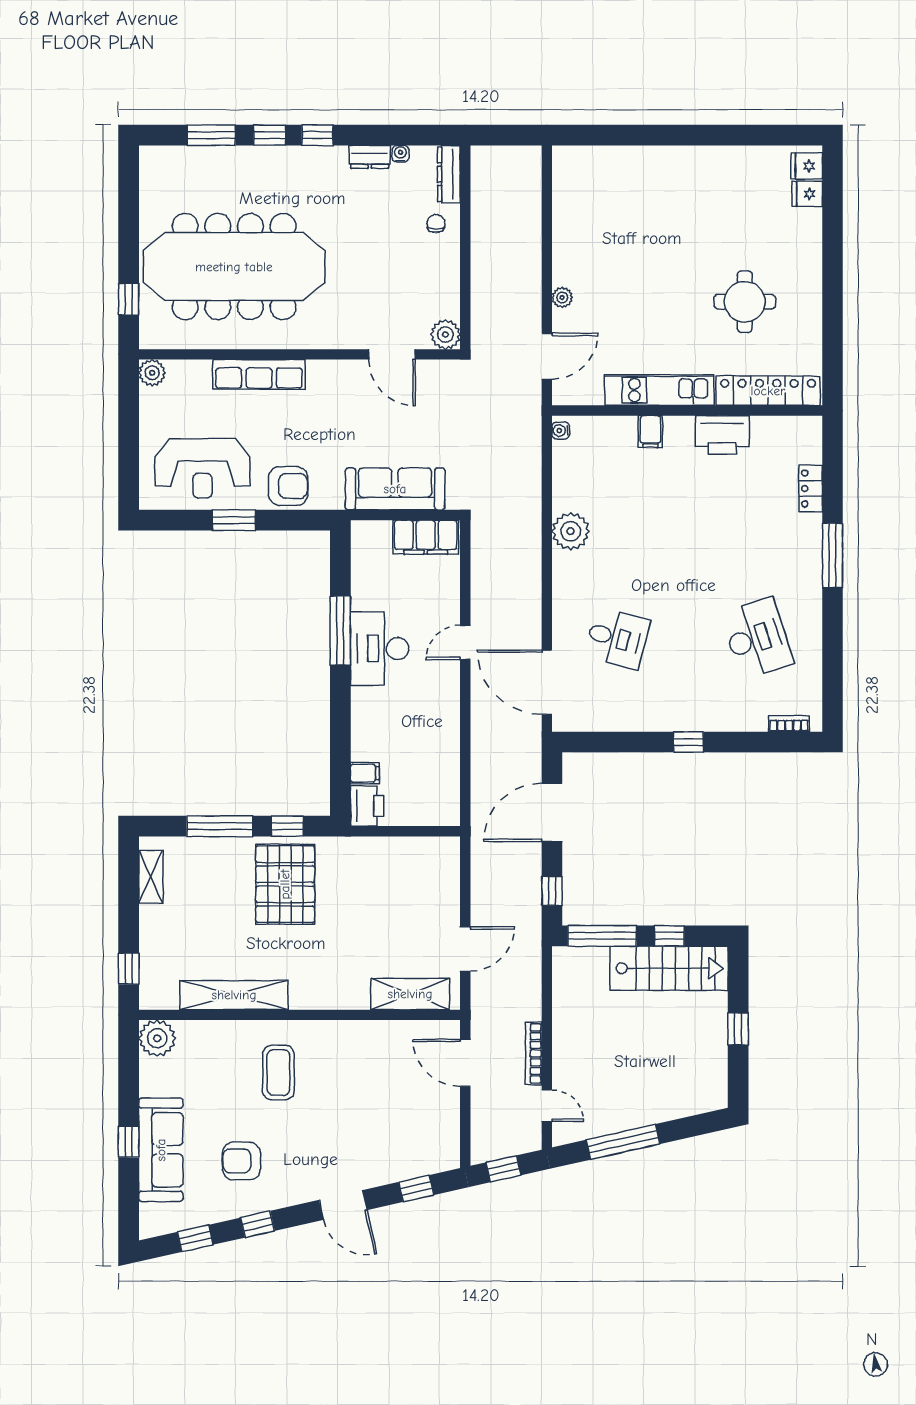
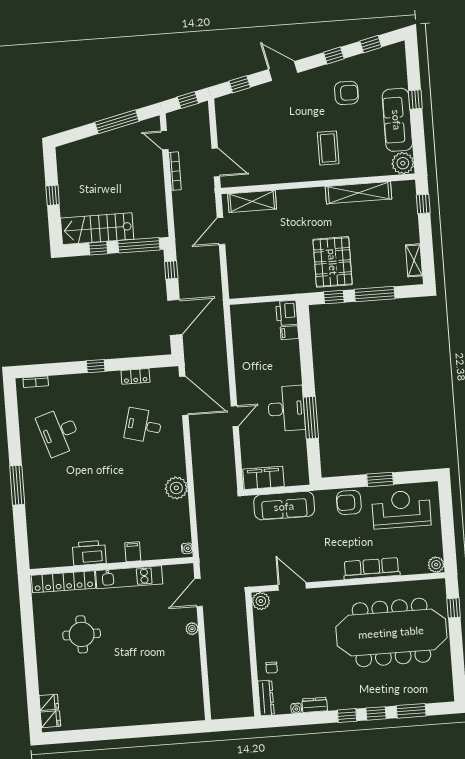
locker: (811, 489) -> (135, 376), moved, turned 90
sofa: (161, 1150) -> (397, 120), moved

